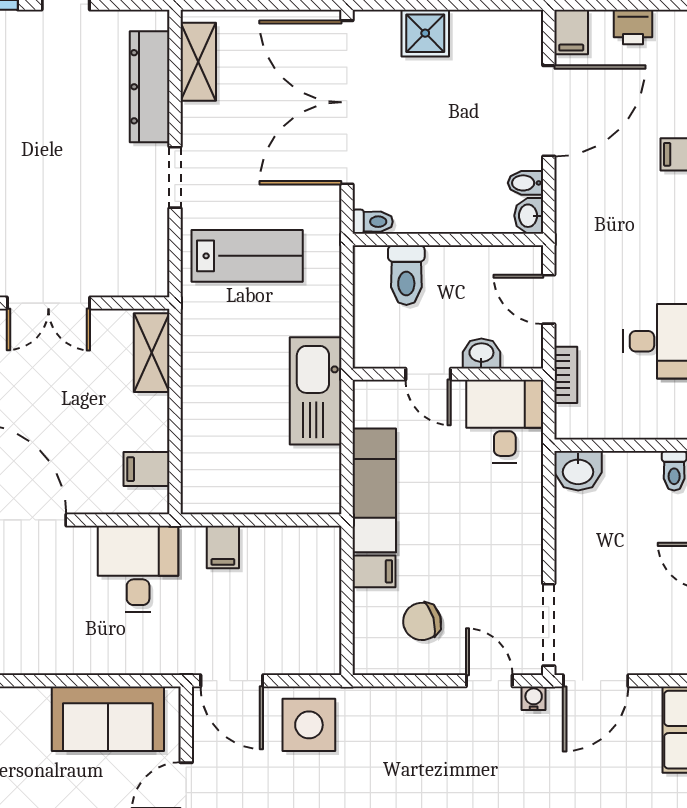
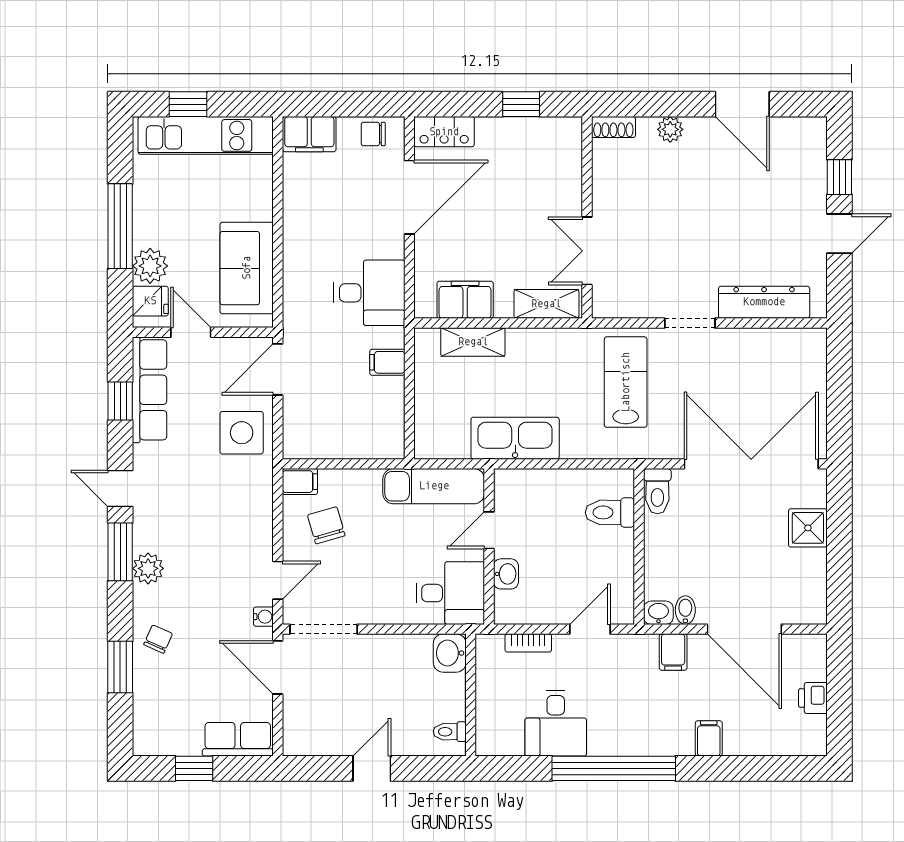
filing cabinet: (571, 32) -> (673, 652), moved, turned -90
shelving: (198, 62) -> (473, 342), moved
toilet: (373, 222) -> (657, 491), width x1.37, depth x1.39
lab bench: (247, 256) -> (626, 382), turned 180
double door: (48, 303) -> (587, 251), moved
washbasin: (481, 353) -> (506, 574), moved
door: (428, 374) -> (489, 530), moved
wall: (448, 374) -> (489, 546), moved
desk: (505, 421) -> (450, 593), moved
filing cabinet: (147, 469) -> (465, 300), width x2.00
filing cabinet: (374, 571) -> (300, 482), moved, turned -90

